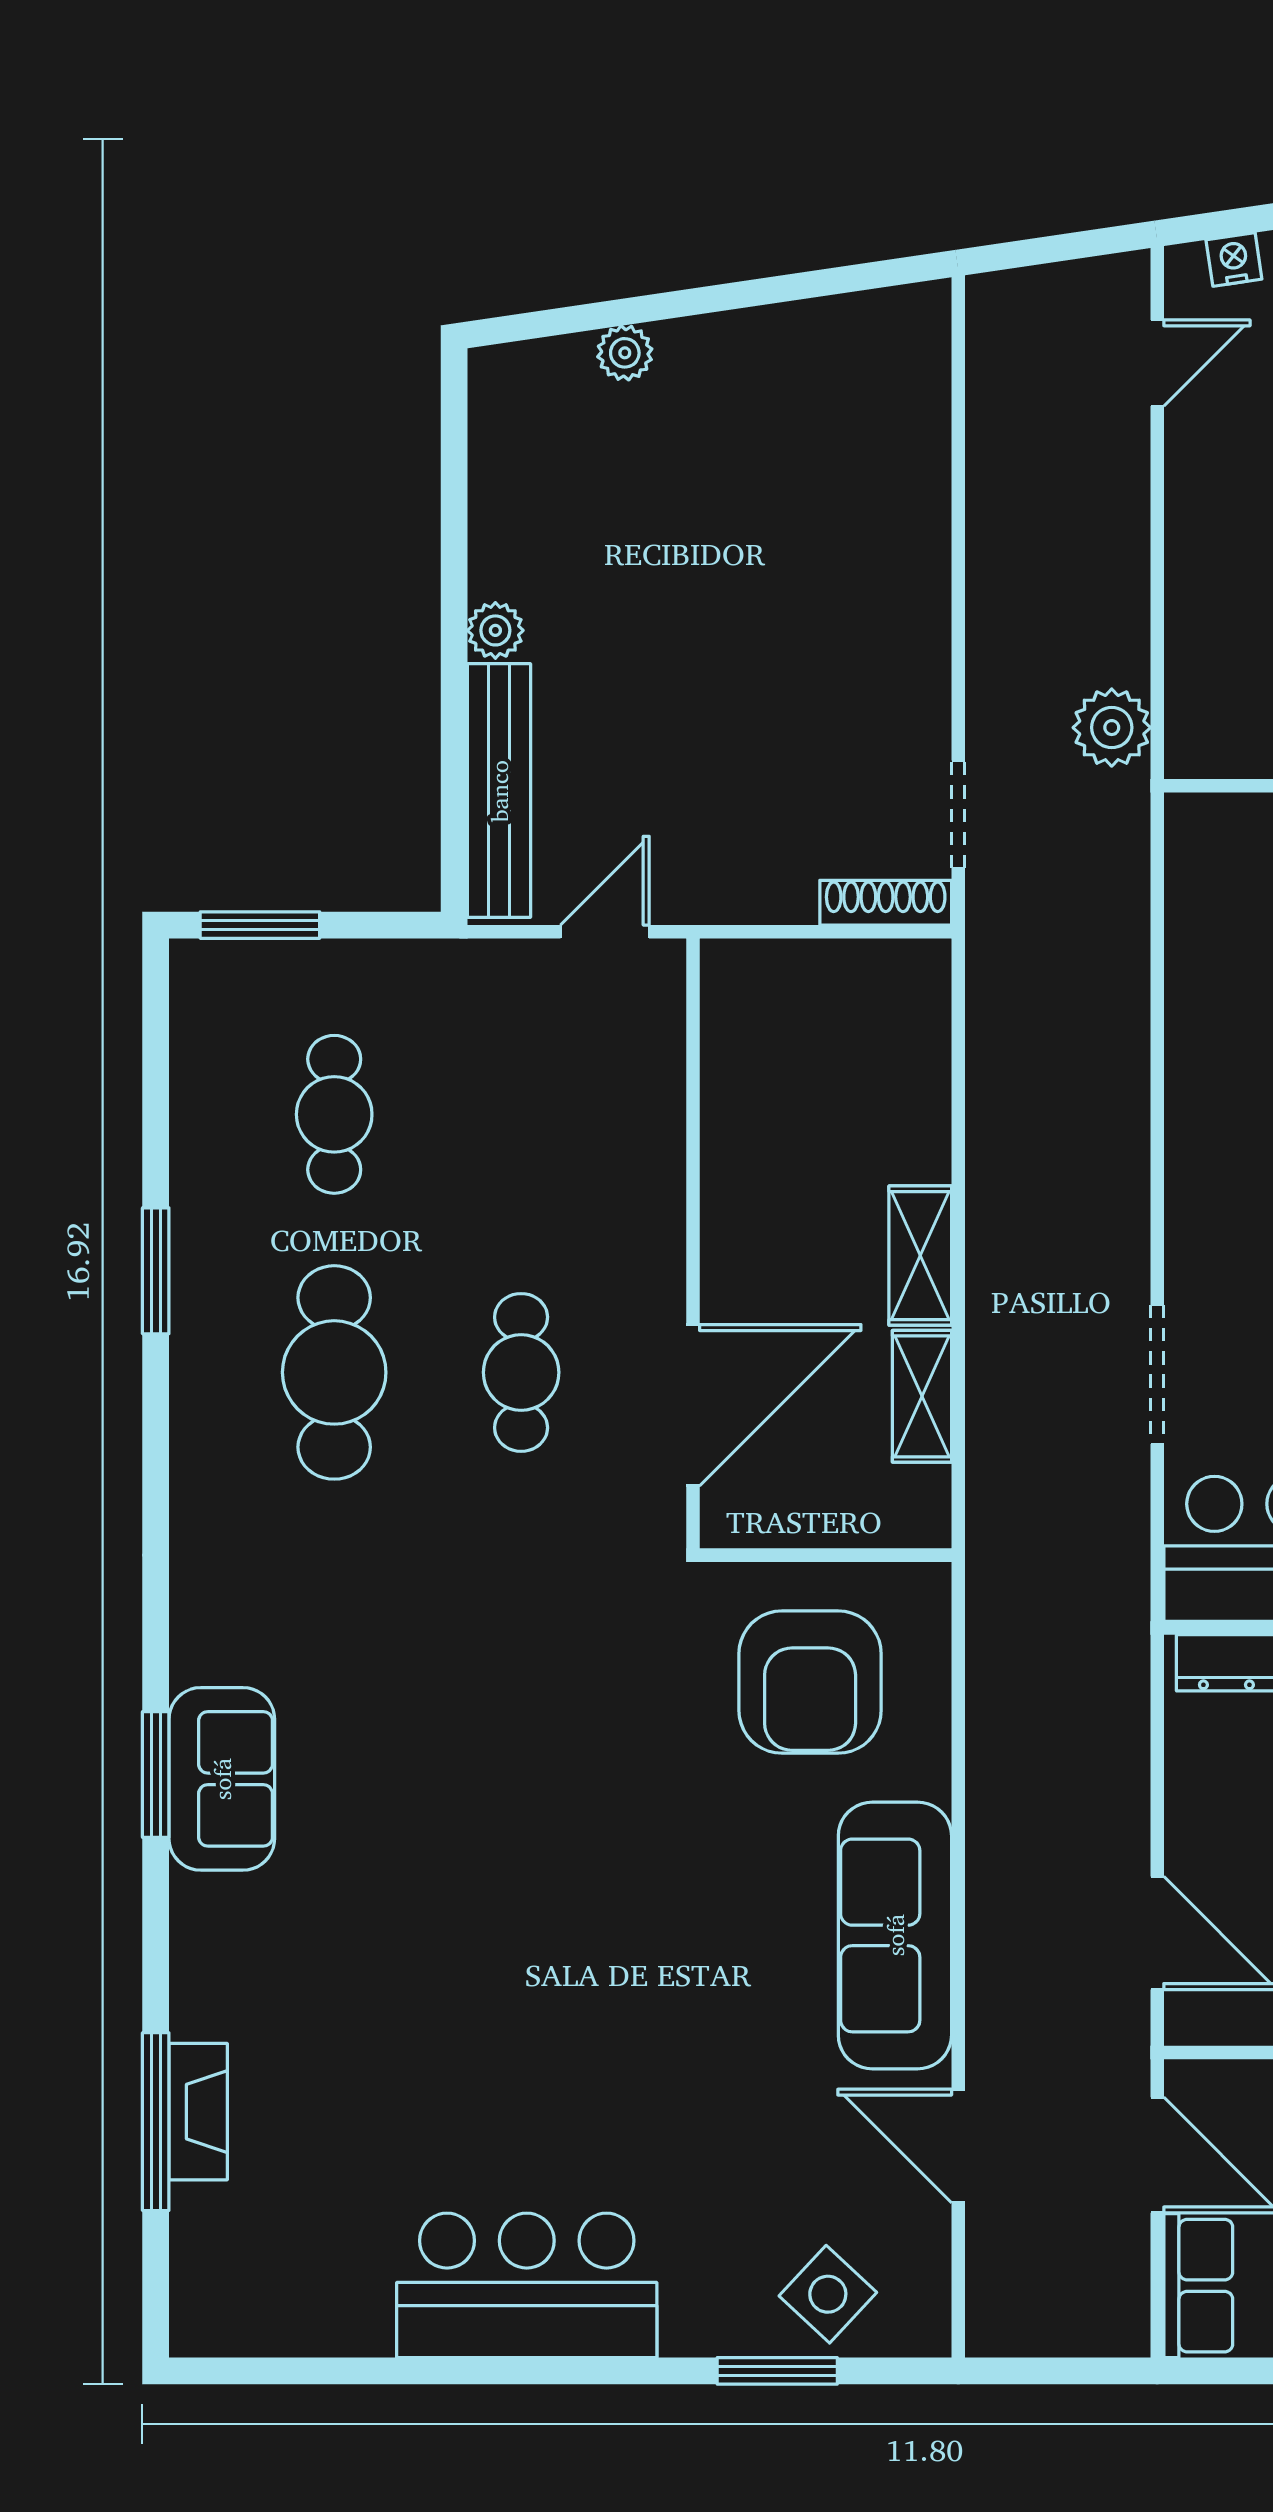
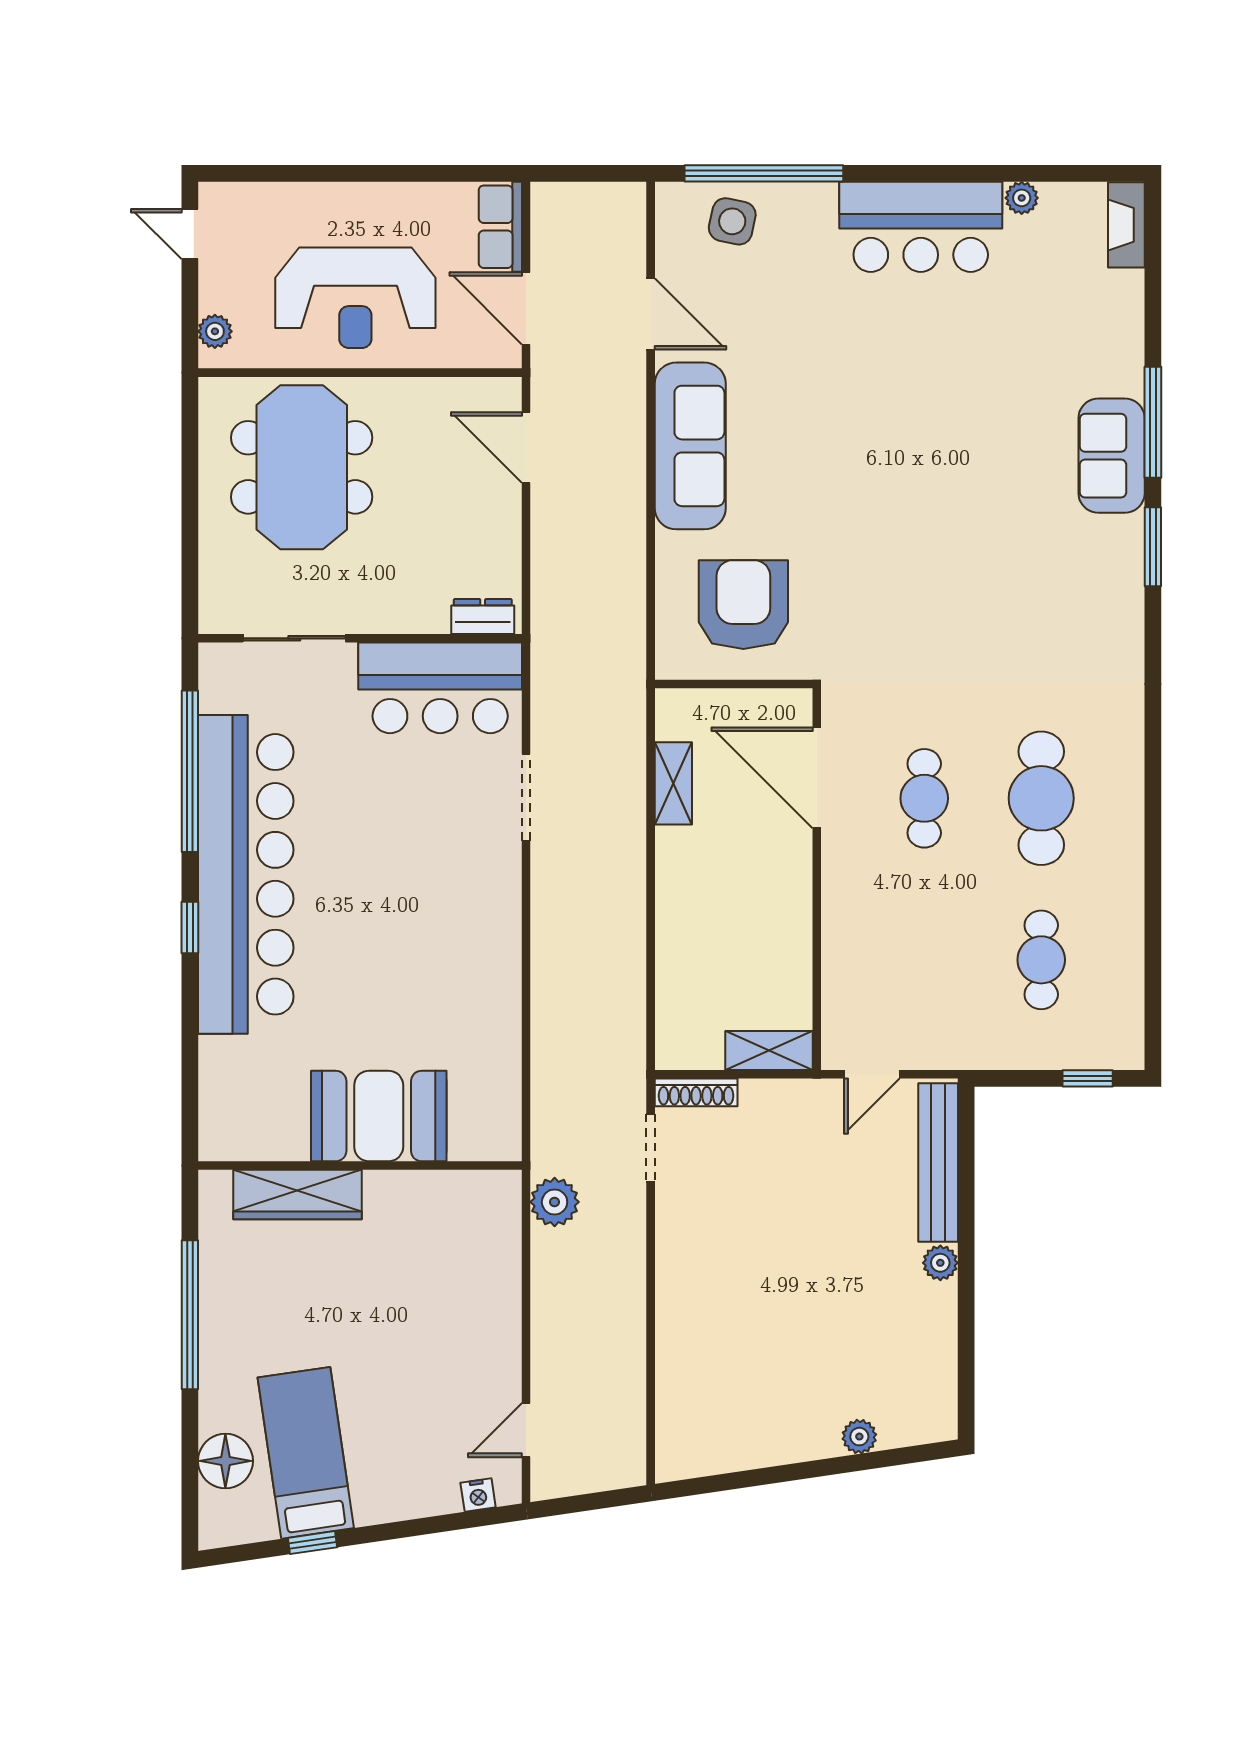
window: (260, 925) -> (1088, 1078), width x0.67
shelving: (920, 1256) -> (769, 1050), moved, turned 90
window: (156, 1271) -> (1153, 862), removed
door: (693, 1405) -> (817, 778), hinge flipped
sofa: (222, 1779) -> (1112, 456), moved
fireplace: (198, 2112) -> (1126, 225), moved
window: (156, 2122) -> (1153, 422), moved
side table: (828, 2294) -> (732, 221), turned -31
plant: (365, 2332) -> (1022, 198), added
window: (777, 2371) -> (764, 173), width x2.11

